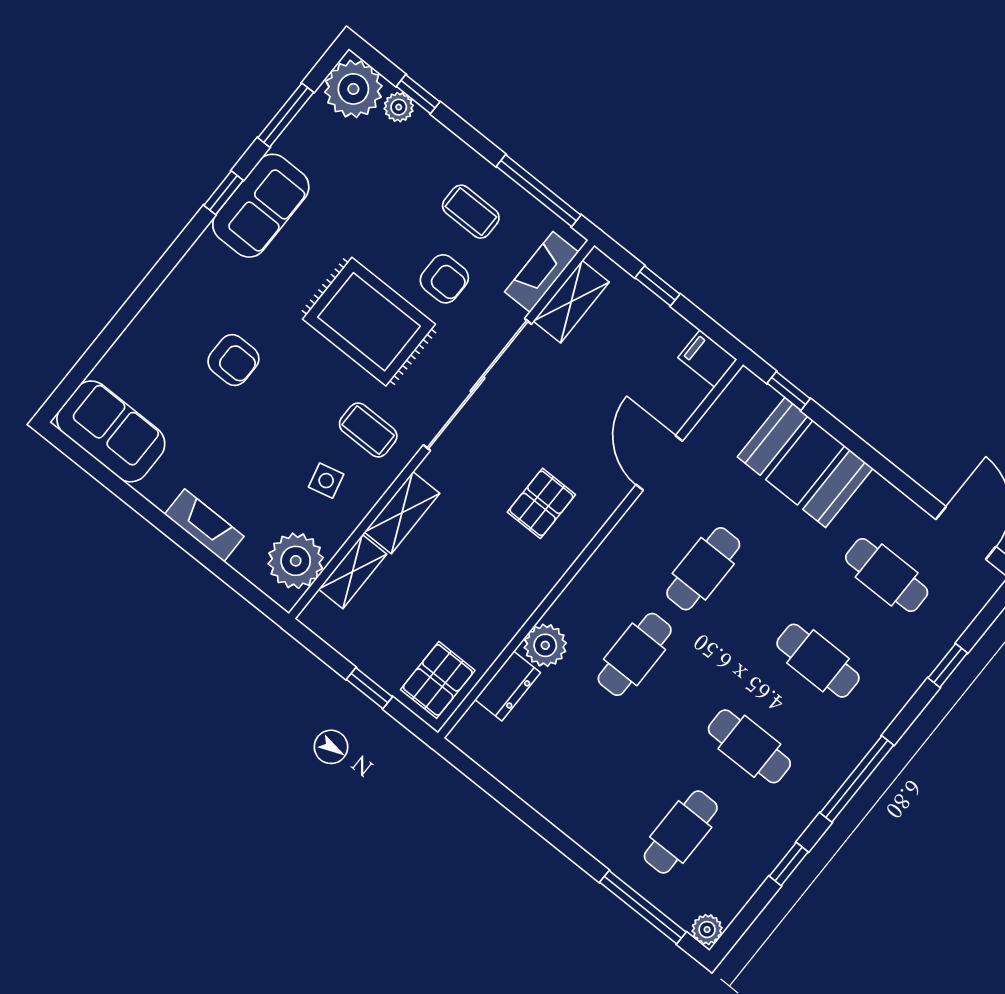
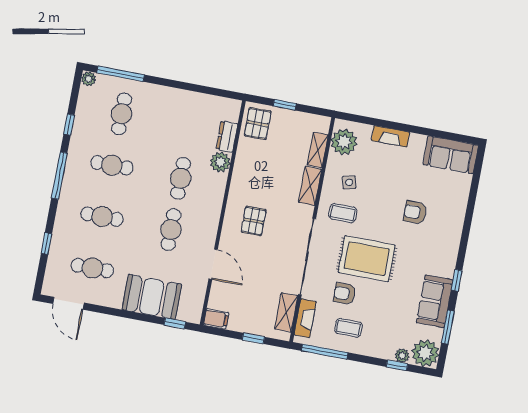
sofa: (261, 206) -> (435, 301), moved

